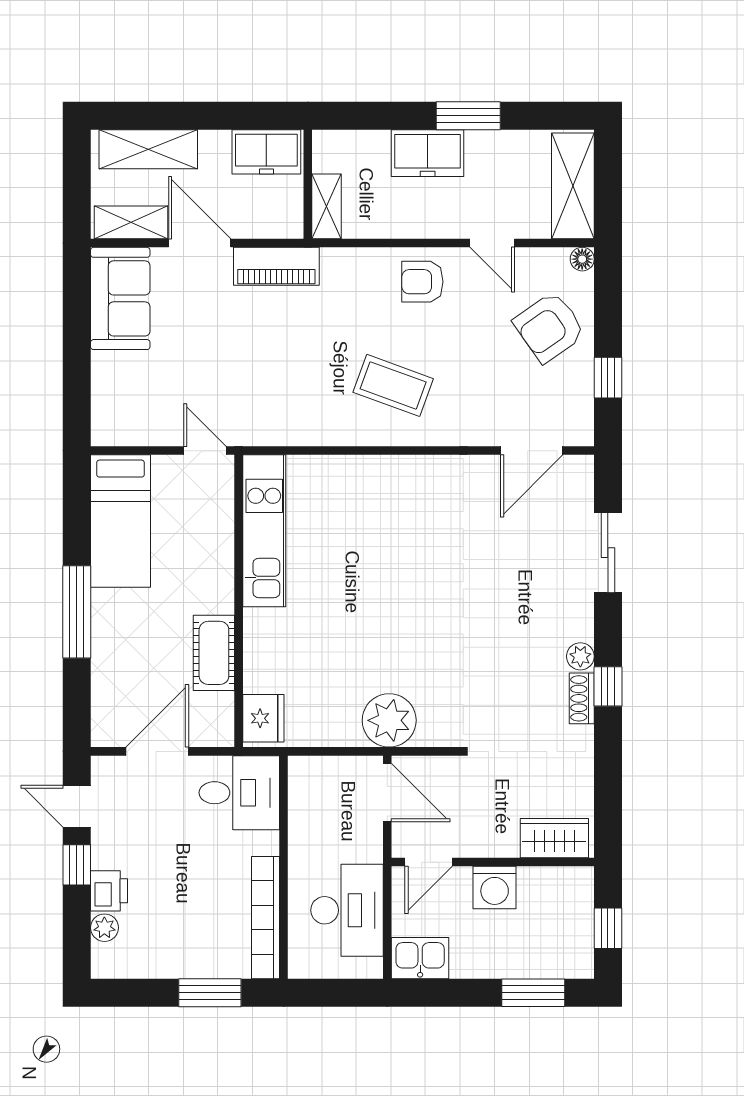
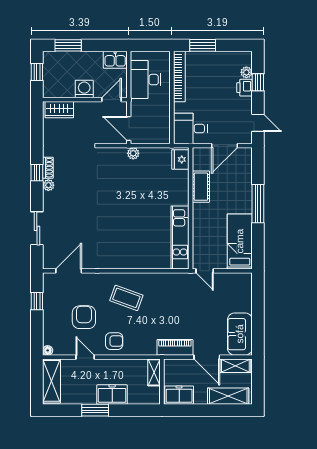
armchair: (549, 327) -> (84, 317), moved, turned -55
plant: (389, 720) -> (133, 153), width x0.53, depth x0.53
window: (77, 865) -> (258, 82), moved

